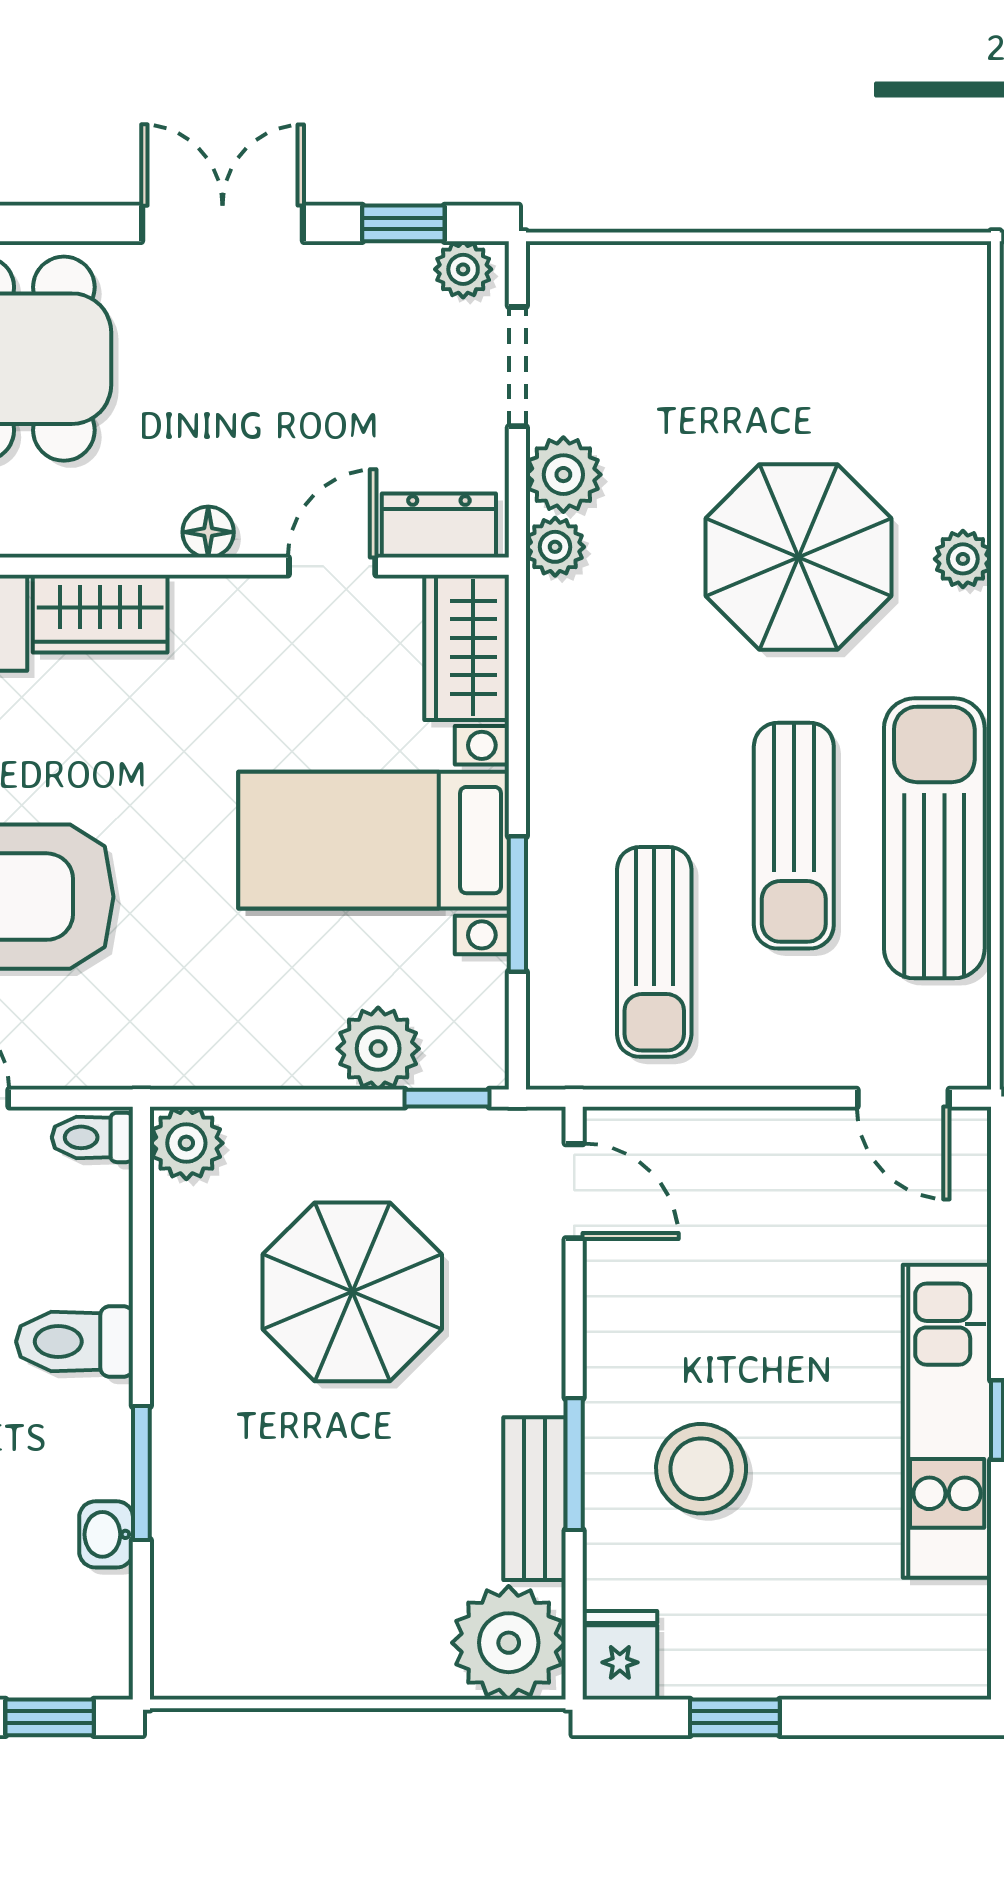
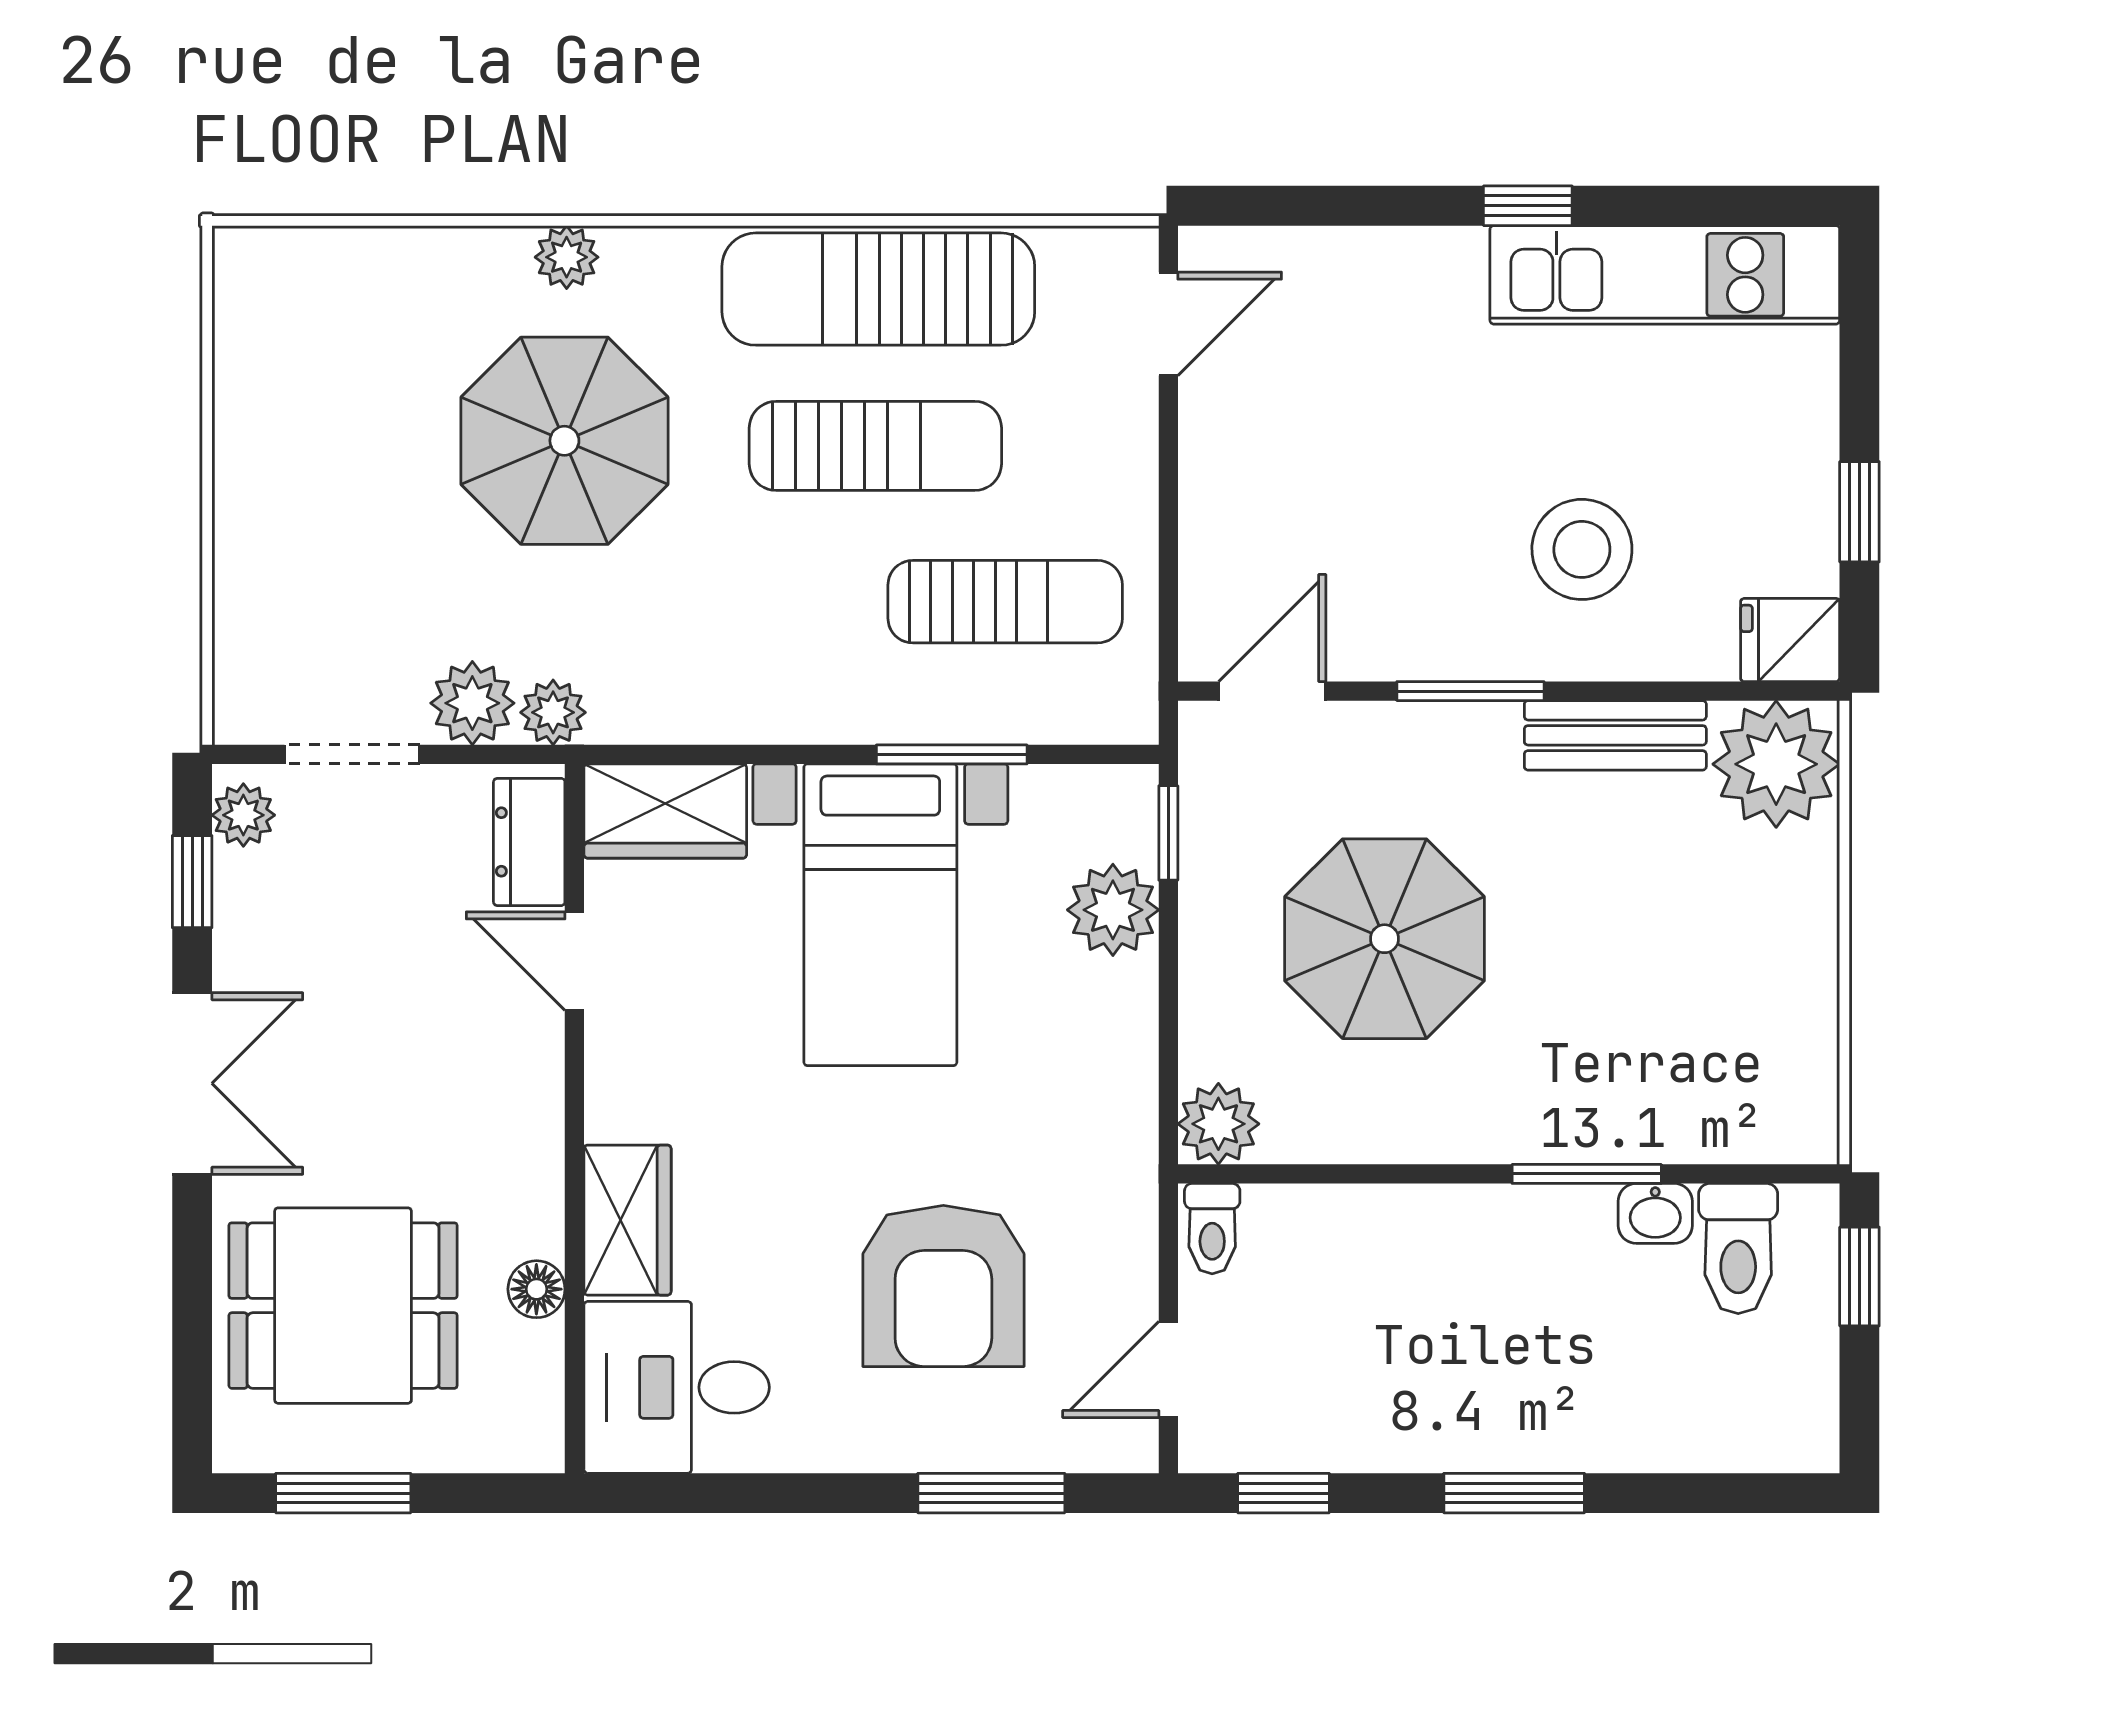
double door: (223, 223) -> (192, 1083), swing flipped
floor lamp: (208, 532) -> (536, 1289), moved
toilet: (75, 1342) -> (1738, 1249), moved
kitchen unit: (947, 1421) -> (1665, 275), moved
window: (574, 1464) -> (1470, 691), moved

